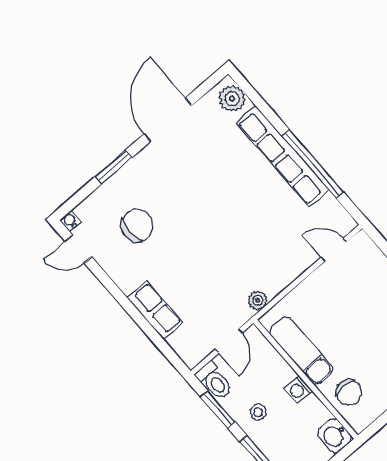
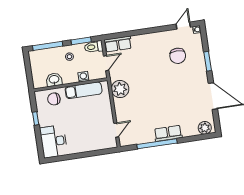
row of seats: (282, 156) -> (168, 133), width x0.50
plant: (258, 300) -> (120, 89), width x1.88, depth x1.88
row of seats: (155, 310) -> (118, 44), moved
door: (229, 341) -> (106, 63), swing flipped
washing machine: (298, 390) -> (83, 77), moved
washbasin: (334, 436) -> (54, 80), moved

